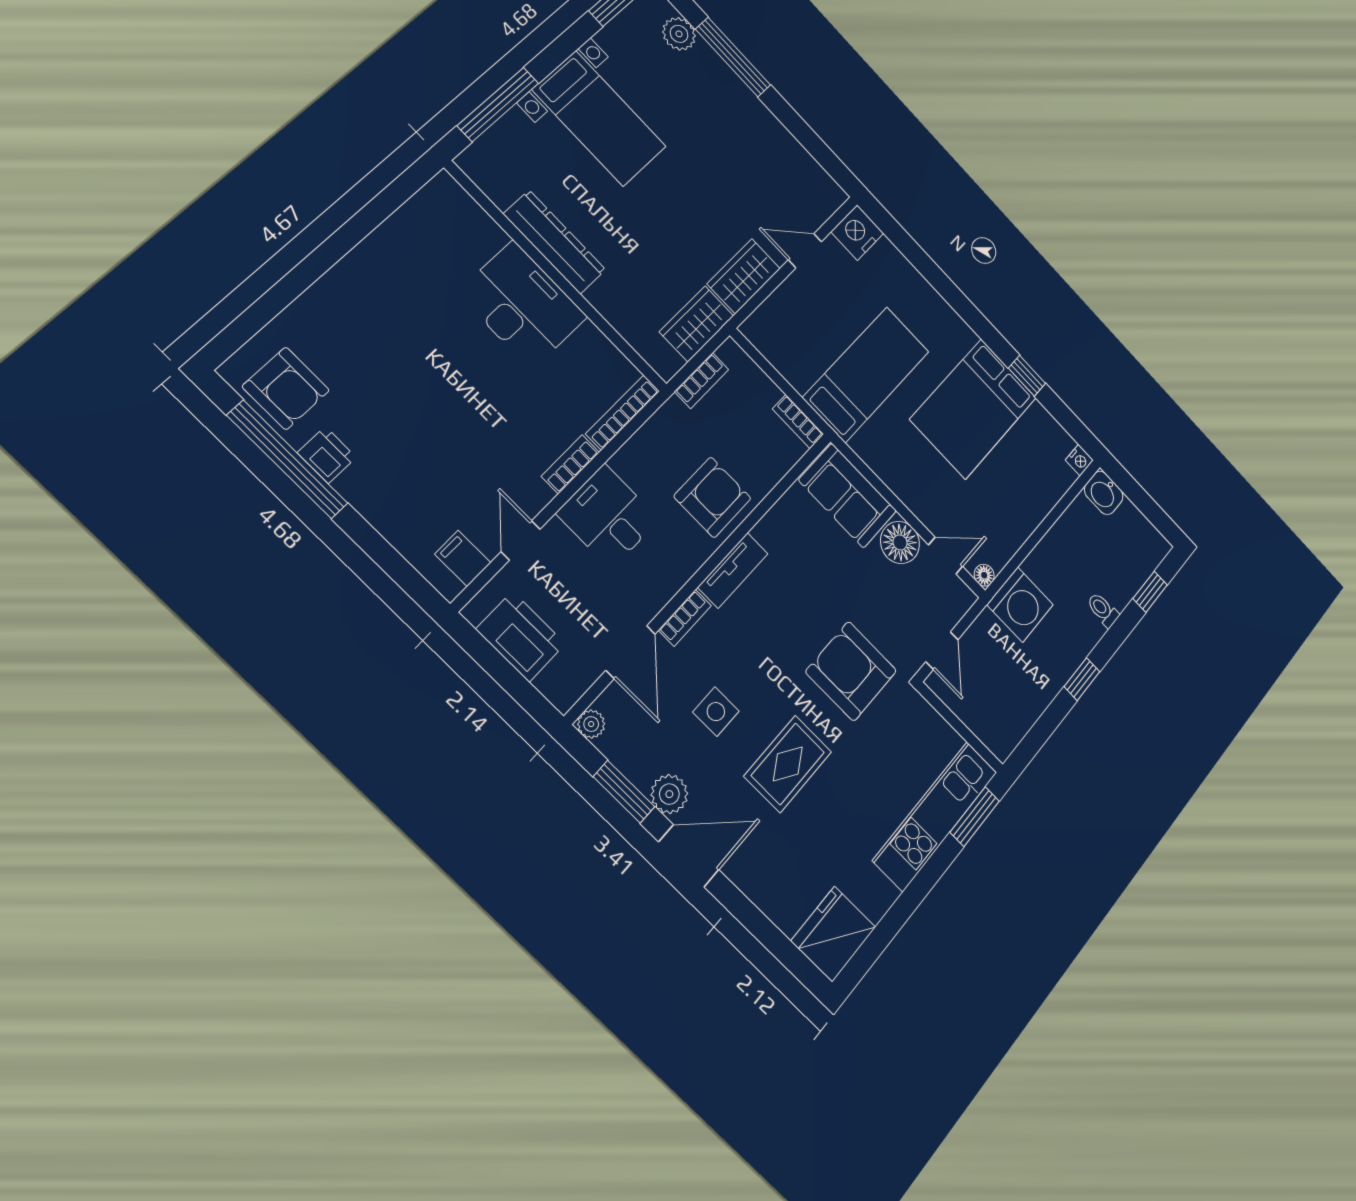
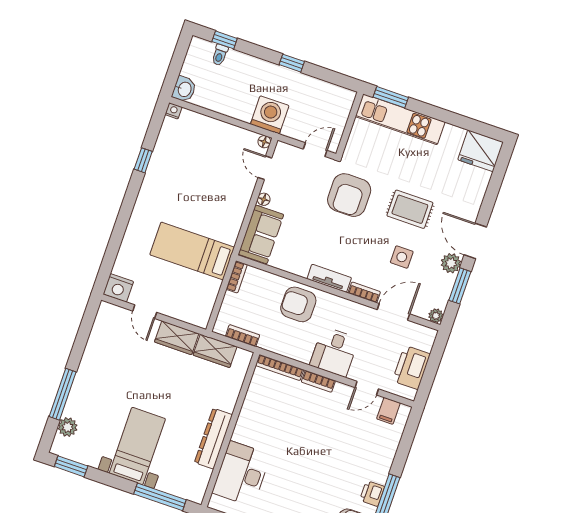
desk: (523, 305) -> (241, 474), moved
bed: (974, 408) -> (178, 184), removed
floor lamp: (900, 542) -> (264, 199), width x0.53, depth x0.53
toilet: (1103, 610) -> (220, 55), moved

